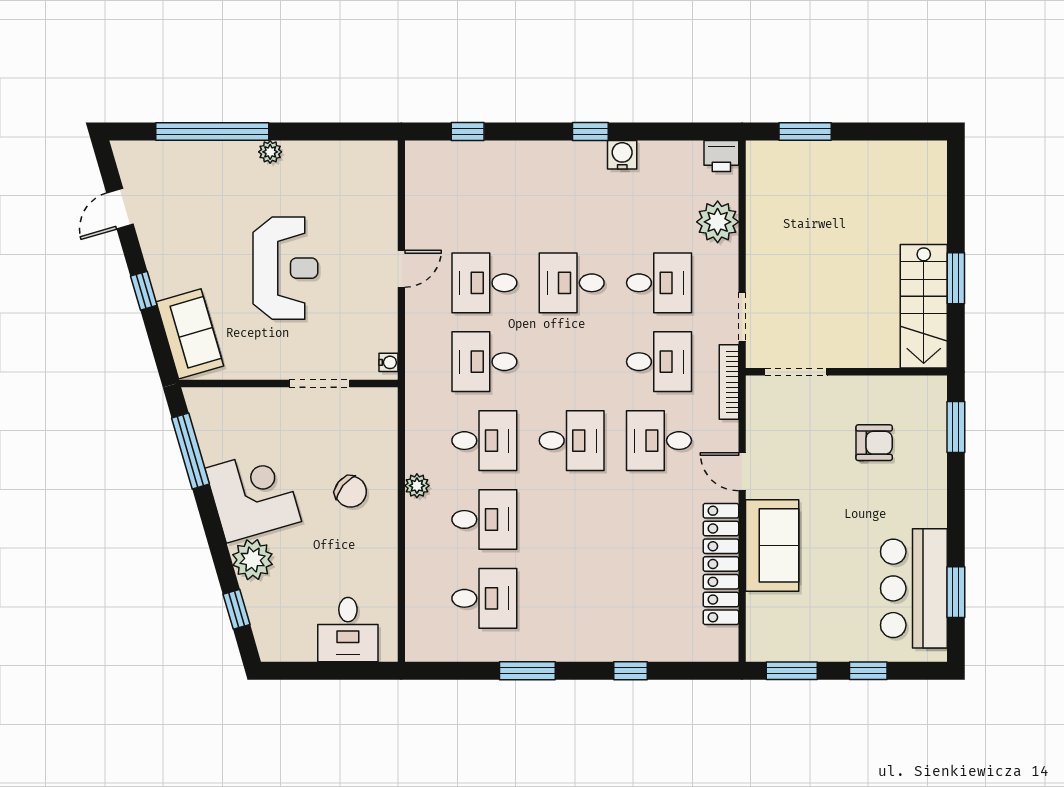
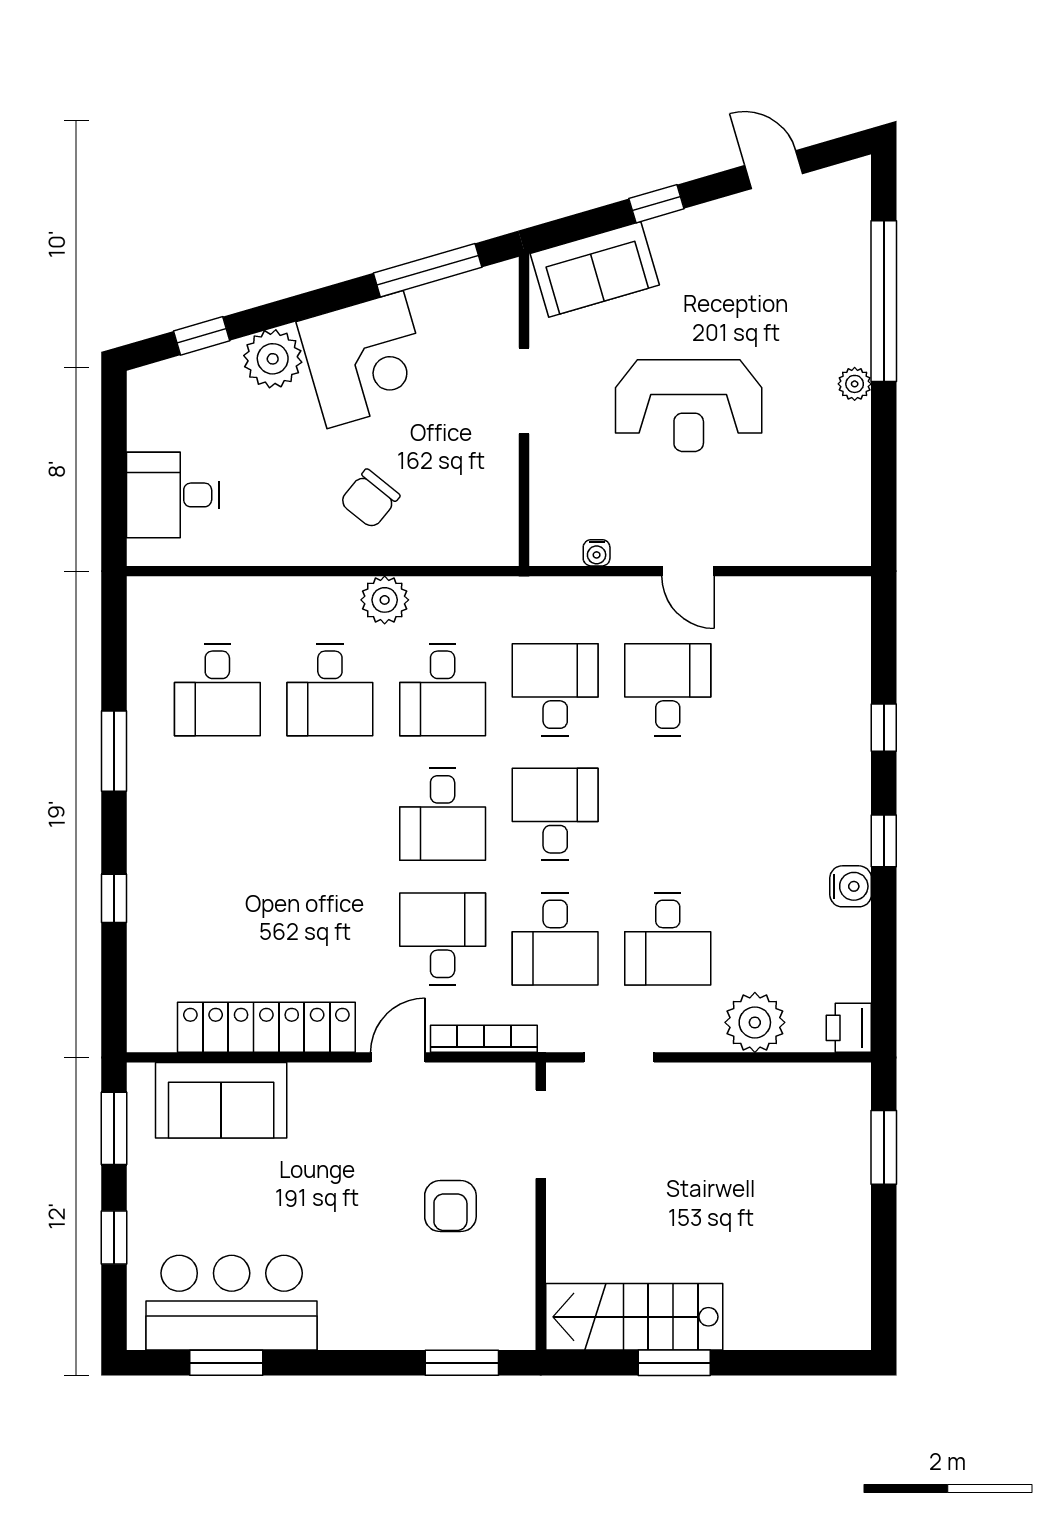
window: (468, 131) -> (884, 728), moved
desk: (572, 283) -> (555, 814), moved
water cooler: (388, 362) -> (597, 553), moved
bookcase: (729, 382) -> (484, 1039), moved
doorway: (319, 384) -> (524, 391), moved
armchair: (874, 443) -> (450, 1206), moved
plant: (417, 486) -> (385, 600), width x1.38, depth x1.38
sofa: (772, 545) -> (221, 1100), moved

